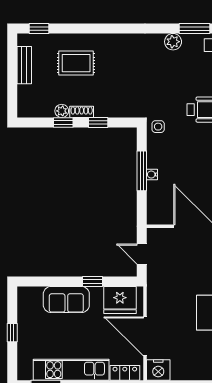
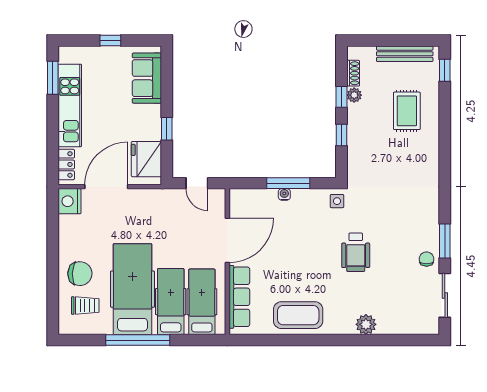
plant: (173, 42) -> (430, 217), removed
bench: (24, 65) -> (405, 54), width x1.36
shoe rack: (82, 112) -> (353, 73), moved
door: (142, 254) -> (197, 183), swing flipped
sofa: (66, 300) -> (147, 78), moved

